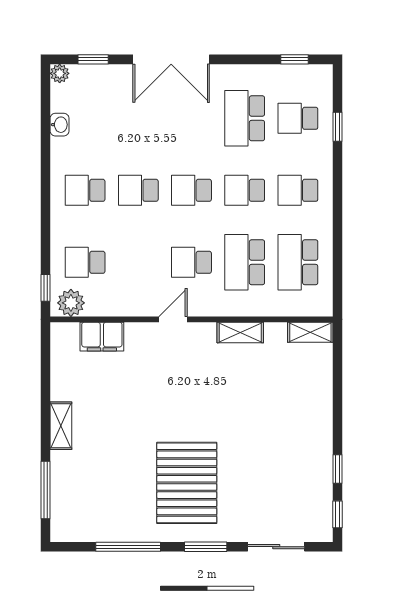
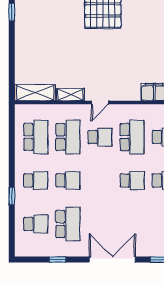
window: (294, 59) -> (57, 260), moved
window: (337, 127) -> (12, 196), moved
school desk: (192, 190) -> (132, 137), moved, width x1.85
door: (173, 319) -> (100, 103), moved
shelving: (310, 332) -> (35, 93), width x1.50, depth x1.33

